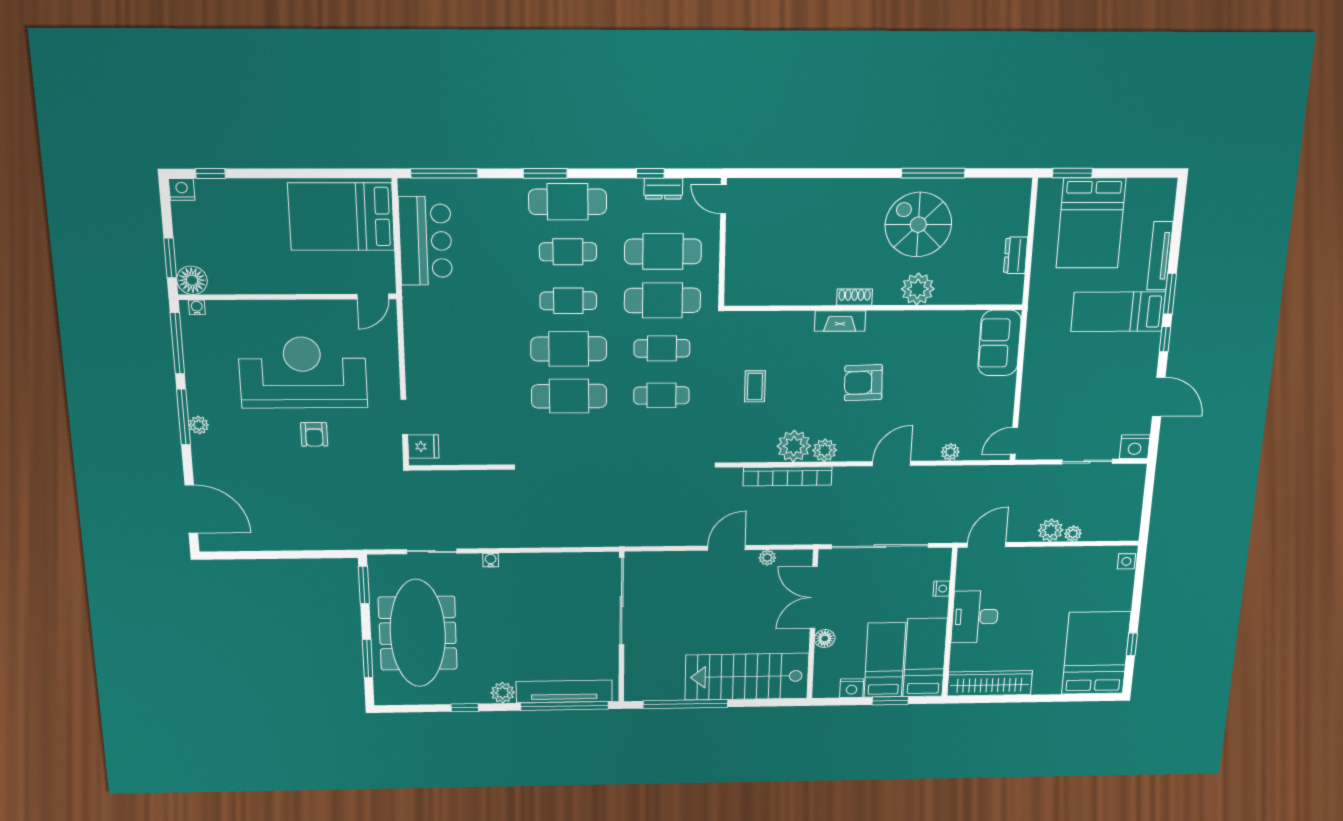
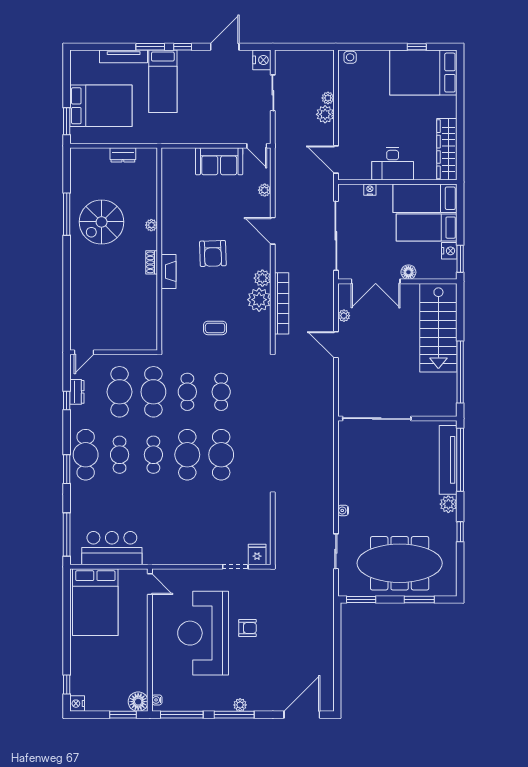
plant: (918, 289) -> (151, 225), width x0.53, depth x0.53
sofa: (999, 343) -> (219, 161), moved
window: (890, 701) -> (460, 259), moved

